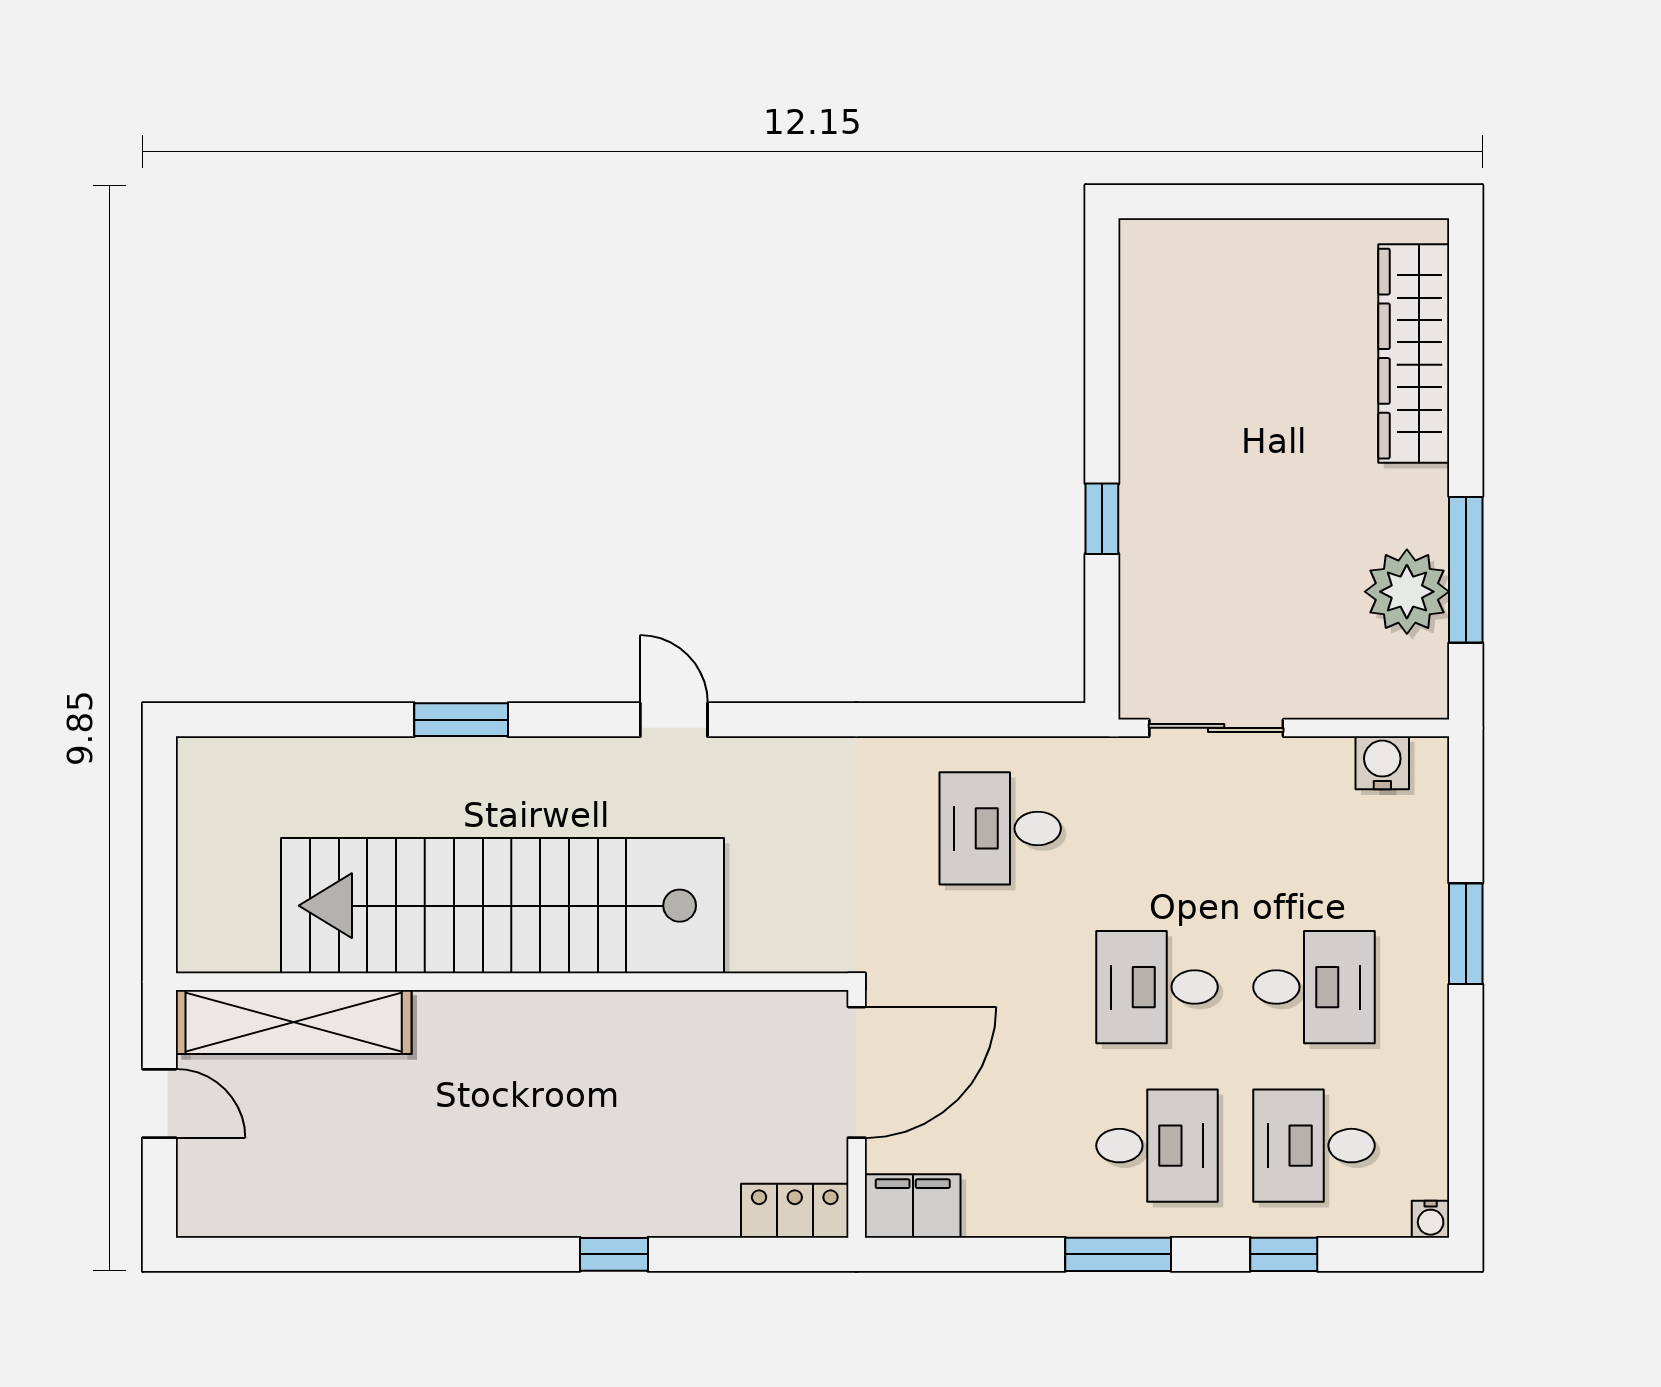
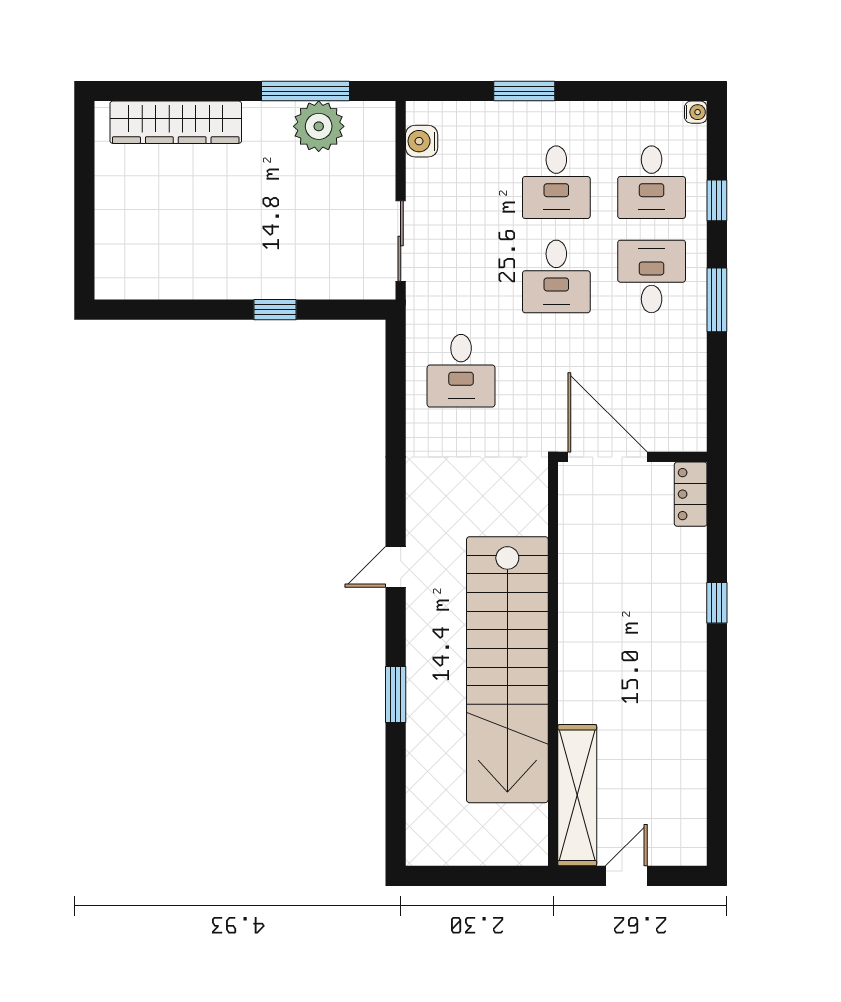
desk: (1314, 987) -> (556, 182), turned 180
filing cabinet: (913, 1206) -> (688, 423), removed

